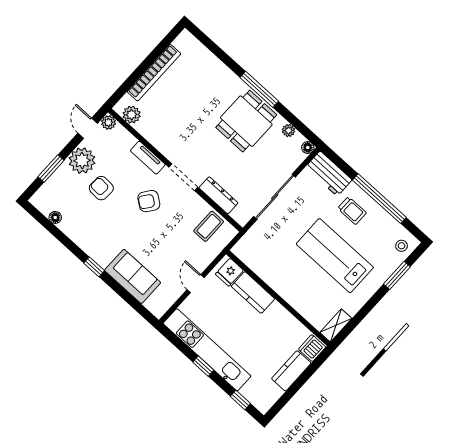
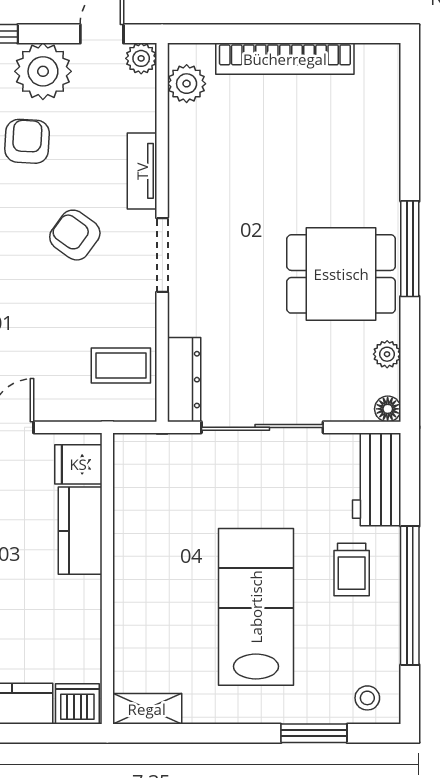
dresser: (218, 195) -> (184, 380), moved

